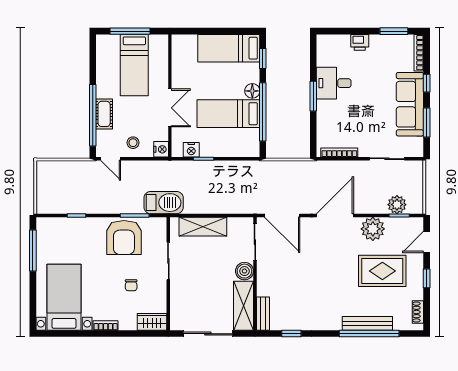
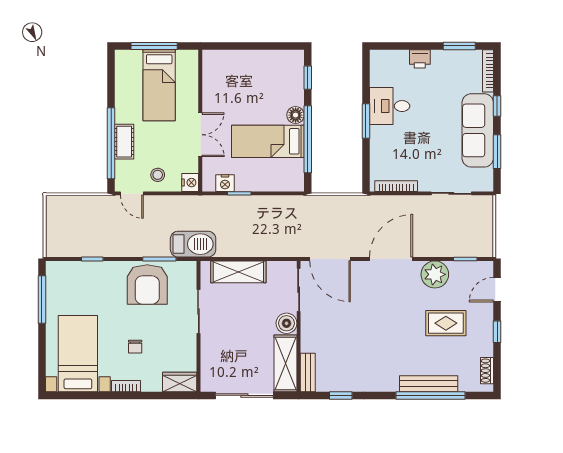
bed: (229, 48) -> (268, 66), removed
plant: (397, 205) -> (463, 246), removed
rug: (382, 271) -> (446, 323), width x0.73, depth x0.70
chair: (131, 285) -> (135, 347), moved

